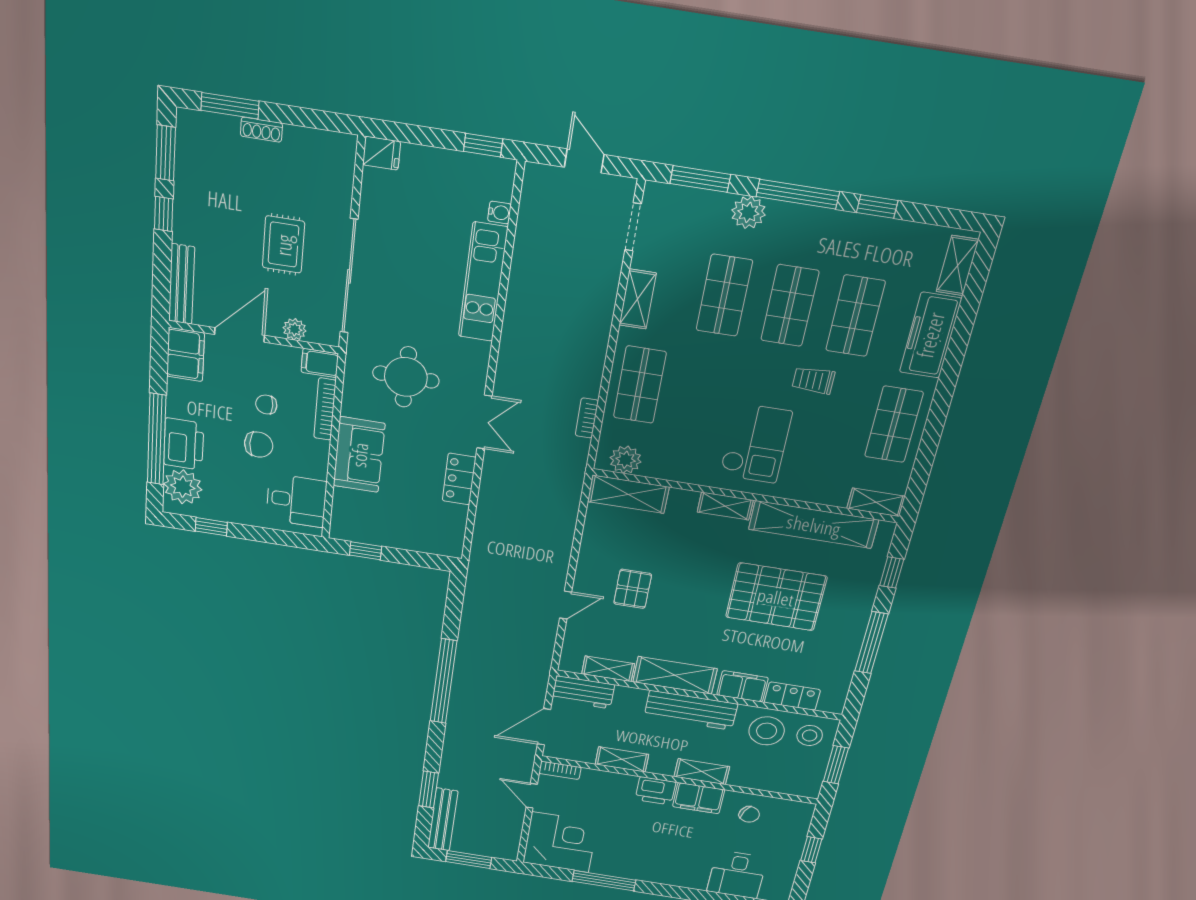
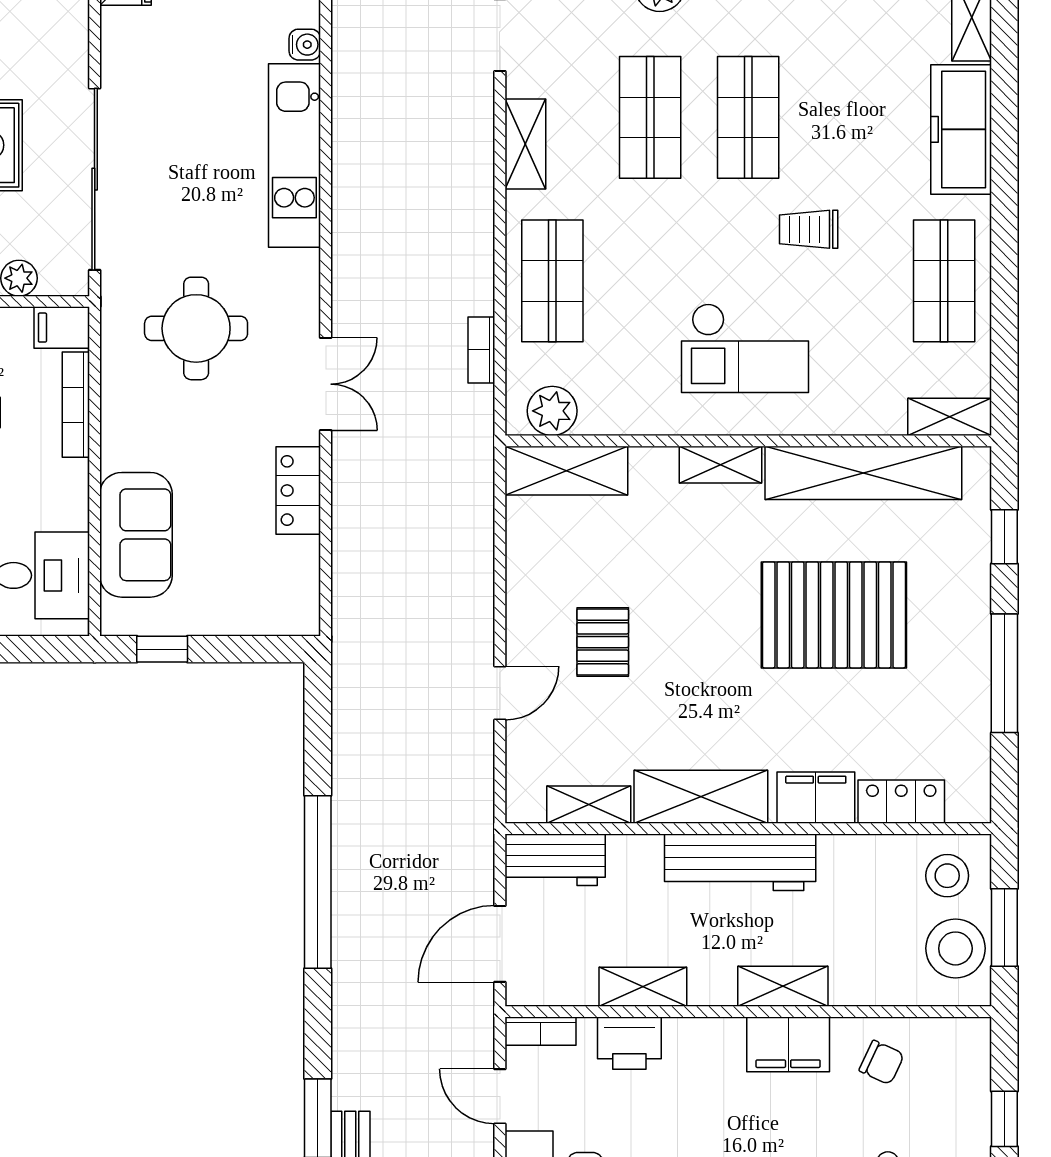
shop shelf: (855, 316) -> (846, 117), removed
checkout: (756, 443) -> (745, 348), turned 90
sofa: (359, 455) -> (136, 535), moved
stool: (767, 731) -> (955, 948), moved
printer: (655, 791) -> (629, 1043), moved

